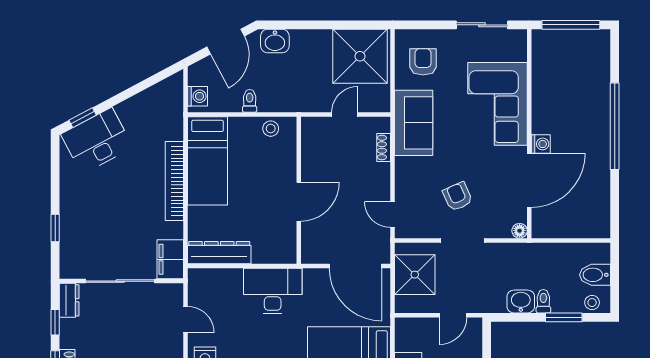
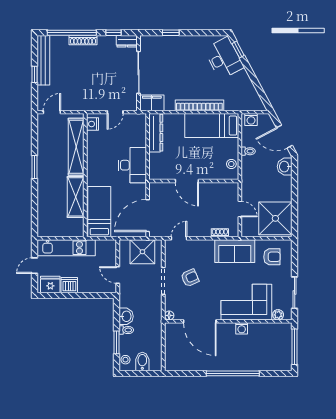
plant: (518, 52) -> (278, 315), added
washing machine: (541, 144) -> (242, 328), moved

